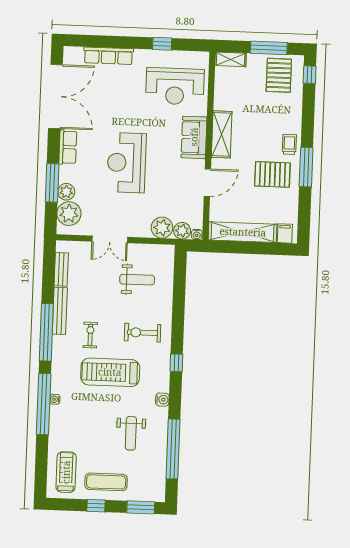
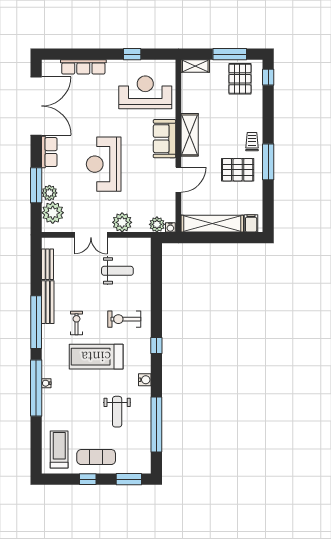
reception desk: (175, 86) -> (145, 92), turned 180
plant: (162, 228) -> (122, 222), moved

